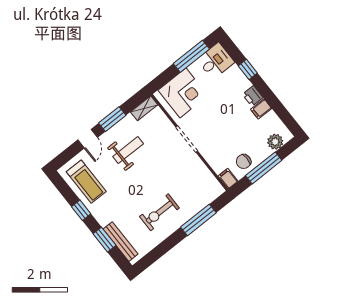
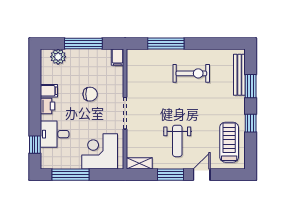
desk: (216, 61) -> (55, 134), moved
window: (248, 69) -> (35, 145), moved
weight bench: (128, 150) -> (177, 141), turned -90
chair: (244, 161) -> (90, 94), moved

